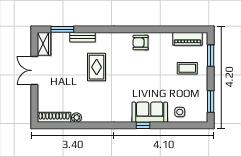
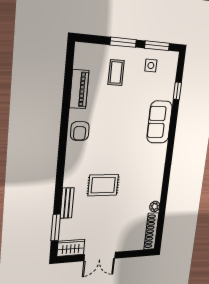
piano: (187, 39) -> (79, 89), moved
window: (211, 56) -> (123, 42), moved
side table: (180, 112) -> (151, 65), moved
window: (143, 125) -> (177, 91), moved

